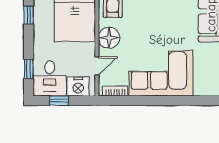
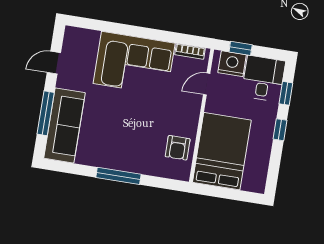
window: (29, 15) -> (280, 130), moved
floor lamp: (109, 38) -> (187, 114), removed
window: (59, 101) -> (241, 48), moved

